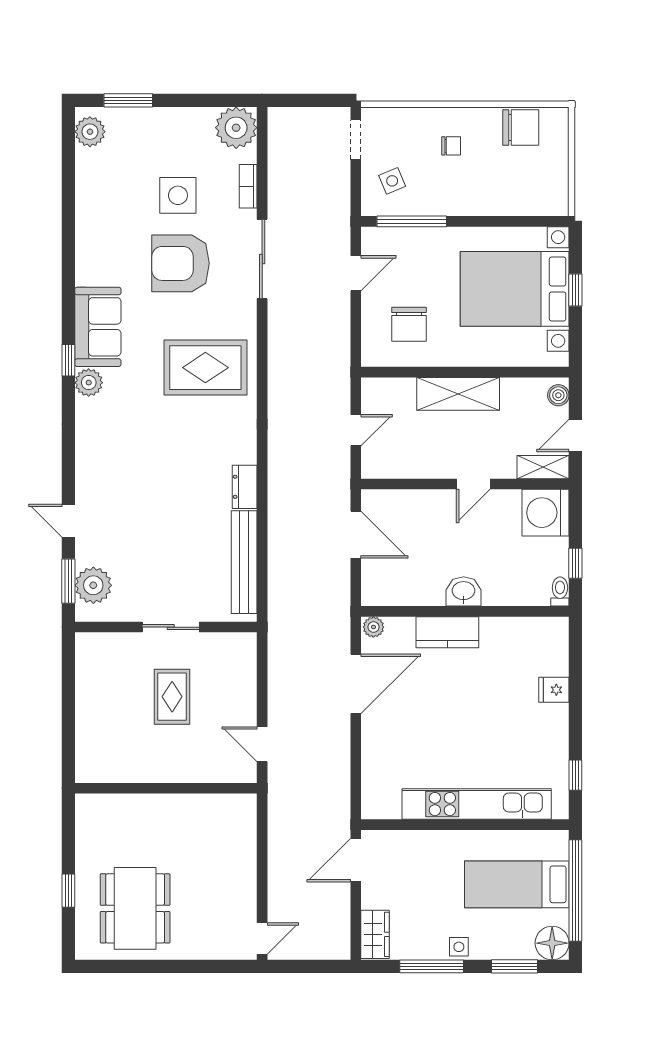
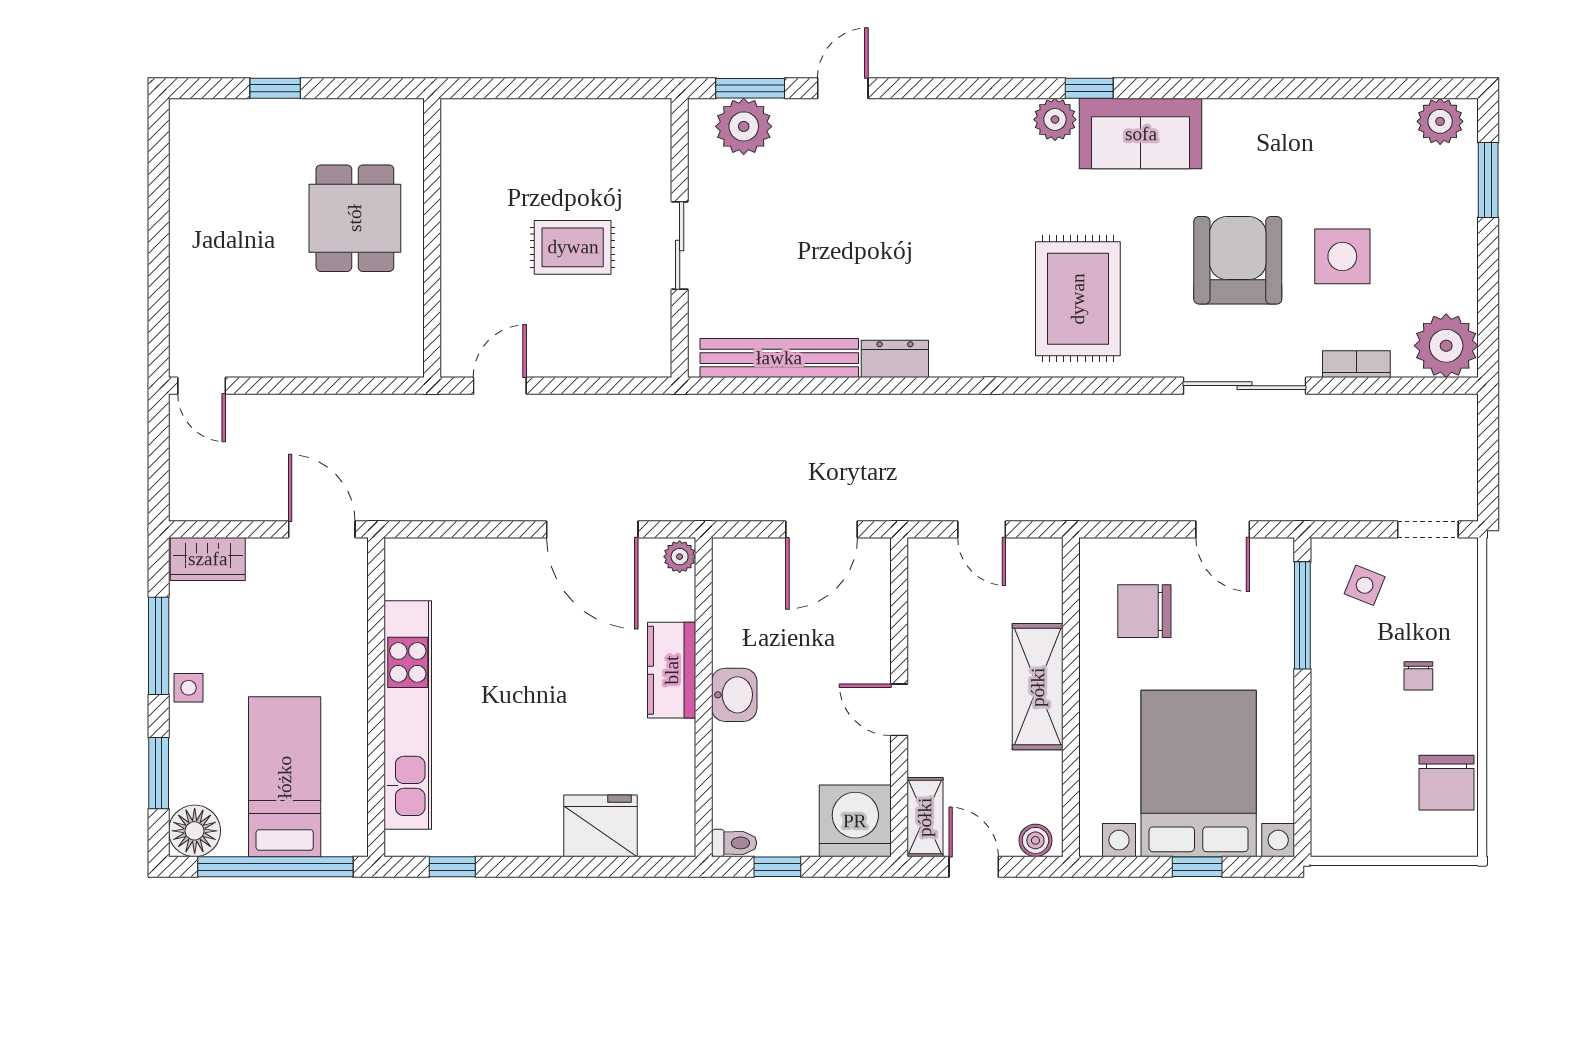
side table: (392, 181) -> (1365, 585), turned 45
fridge: (554, 690) -> (600, 826), width x1.88, depth x1.34
dining table: (135, 908) -> (355, 218), moved, width x0.73

